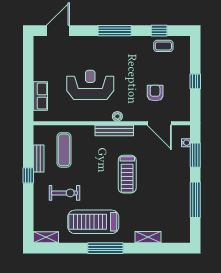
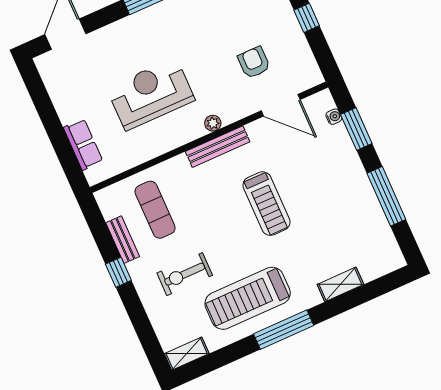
exercise bike: (64, 193) -> (185, 274), turned 180

